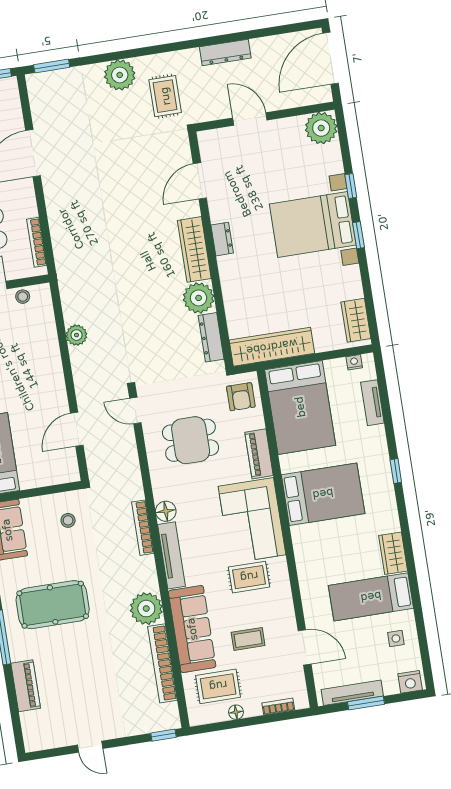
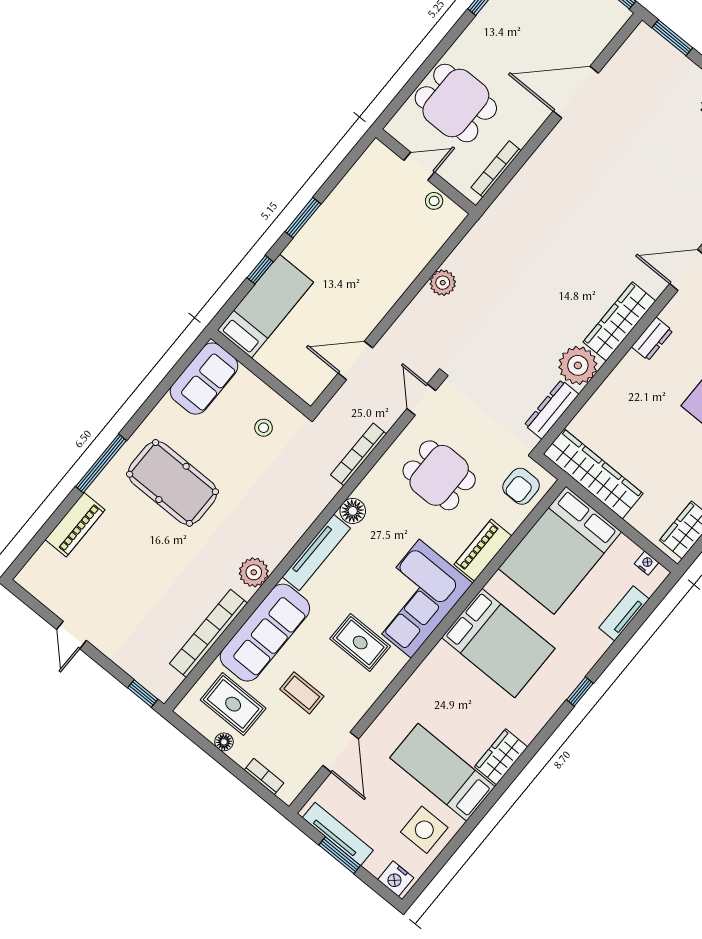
bookcase: (143, 528) -> (359, 454), moved
plant: (146, 609) -> (254, 572), width x0.73, depth x0.73
side table: (396, 638) -> (424, 830), width x1.87, depth x1.87

